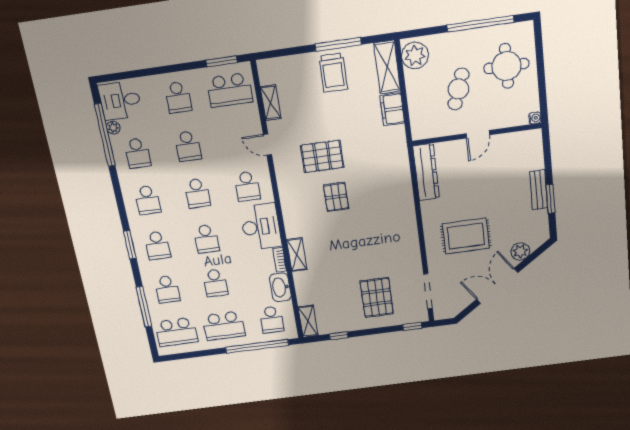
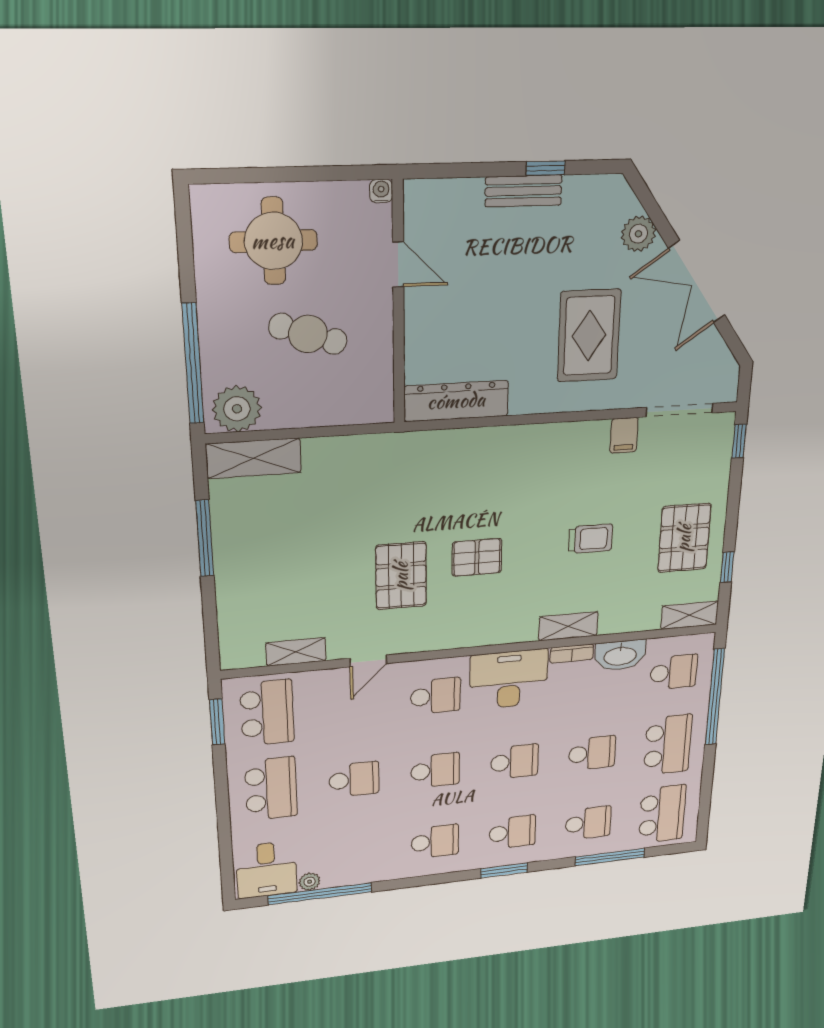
window: (481, 24) -> (193, 364), moved
trolley: (333, 73) -> (591, 539), moved, width x0.73, depth x0.72
school desk: (178, 97) -> (271, 789), width x1.85
filing cabinet: (392, 109) -> (624, 435), moved, width x0.50
door: (478, 134) -> (398, 264), moved
school desk: (137, 153) -> (356, 851), removed
window: (551, 199) -> (546, 168), width x0.67
pallet: (377, 297) -> (684, 538), moved, turned 90

